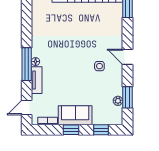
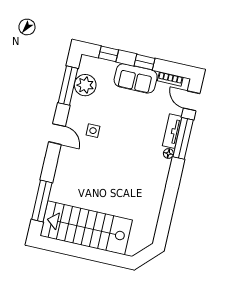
window: (27, 64) -> (183, 138), moved
window: (127, 97) -> (68, 86), width x1.44
plant: (118, 101) -> (85, 85), width x1.87, depth x1.87
door: (27, 108) -> (192, 101), swing flipped

